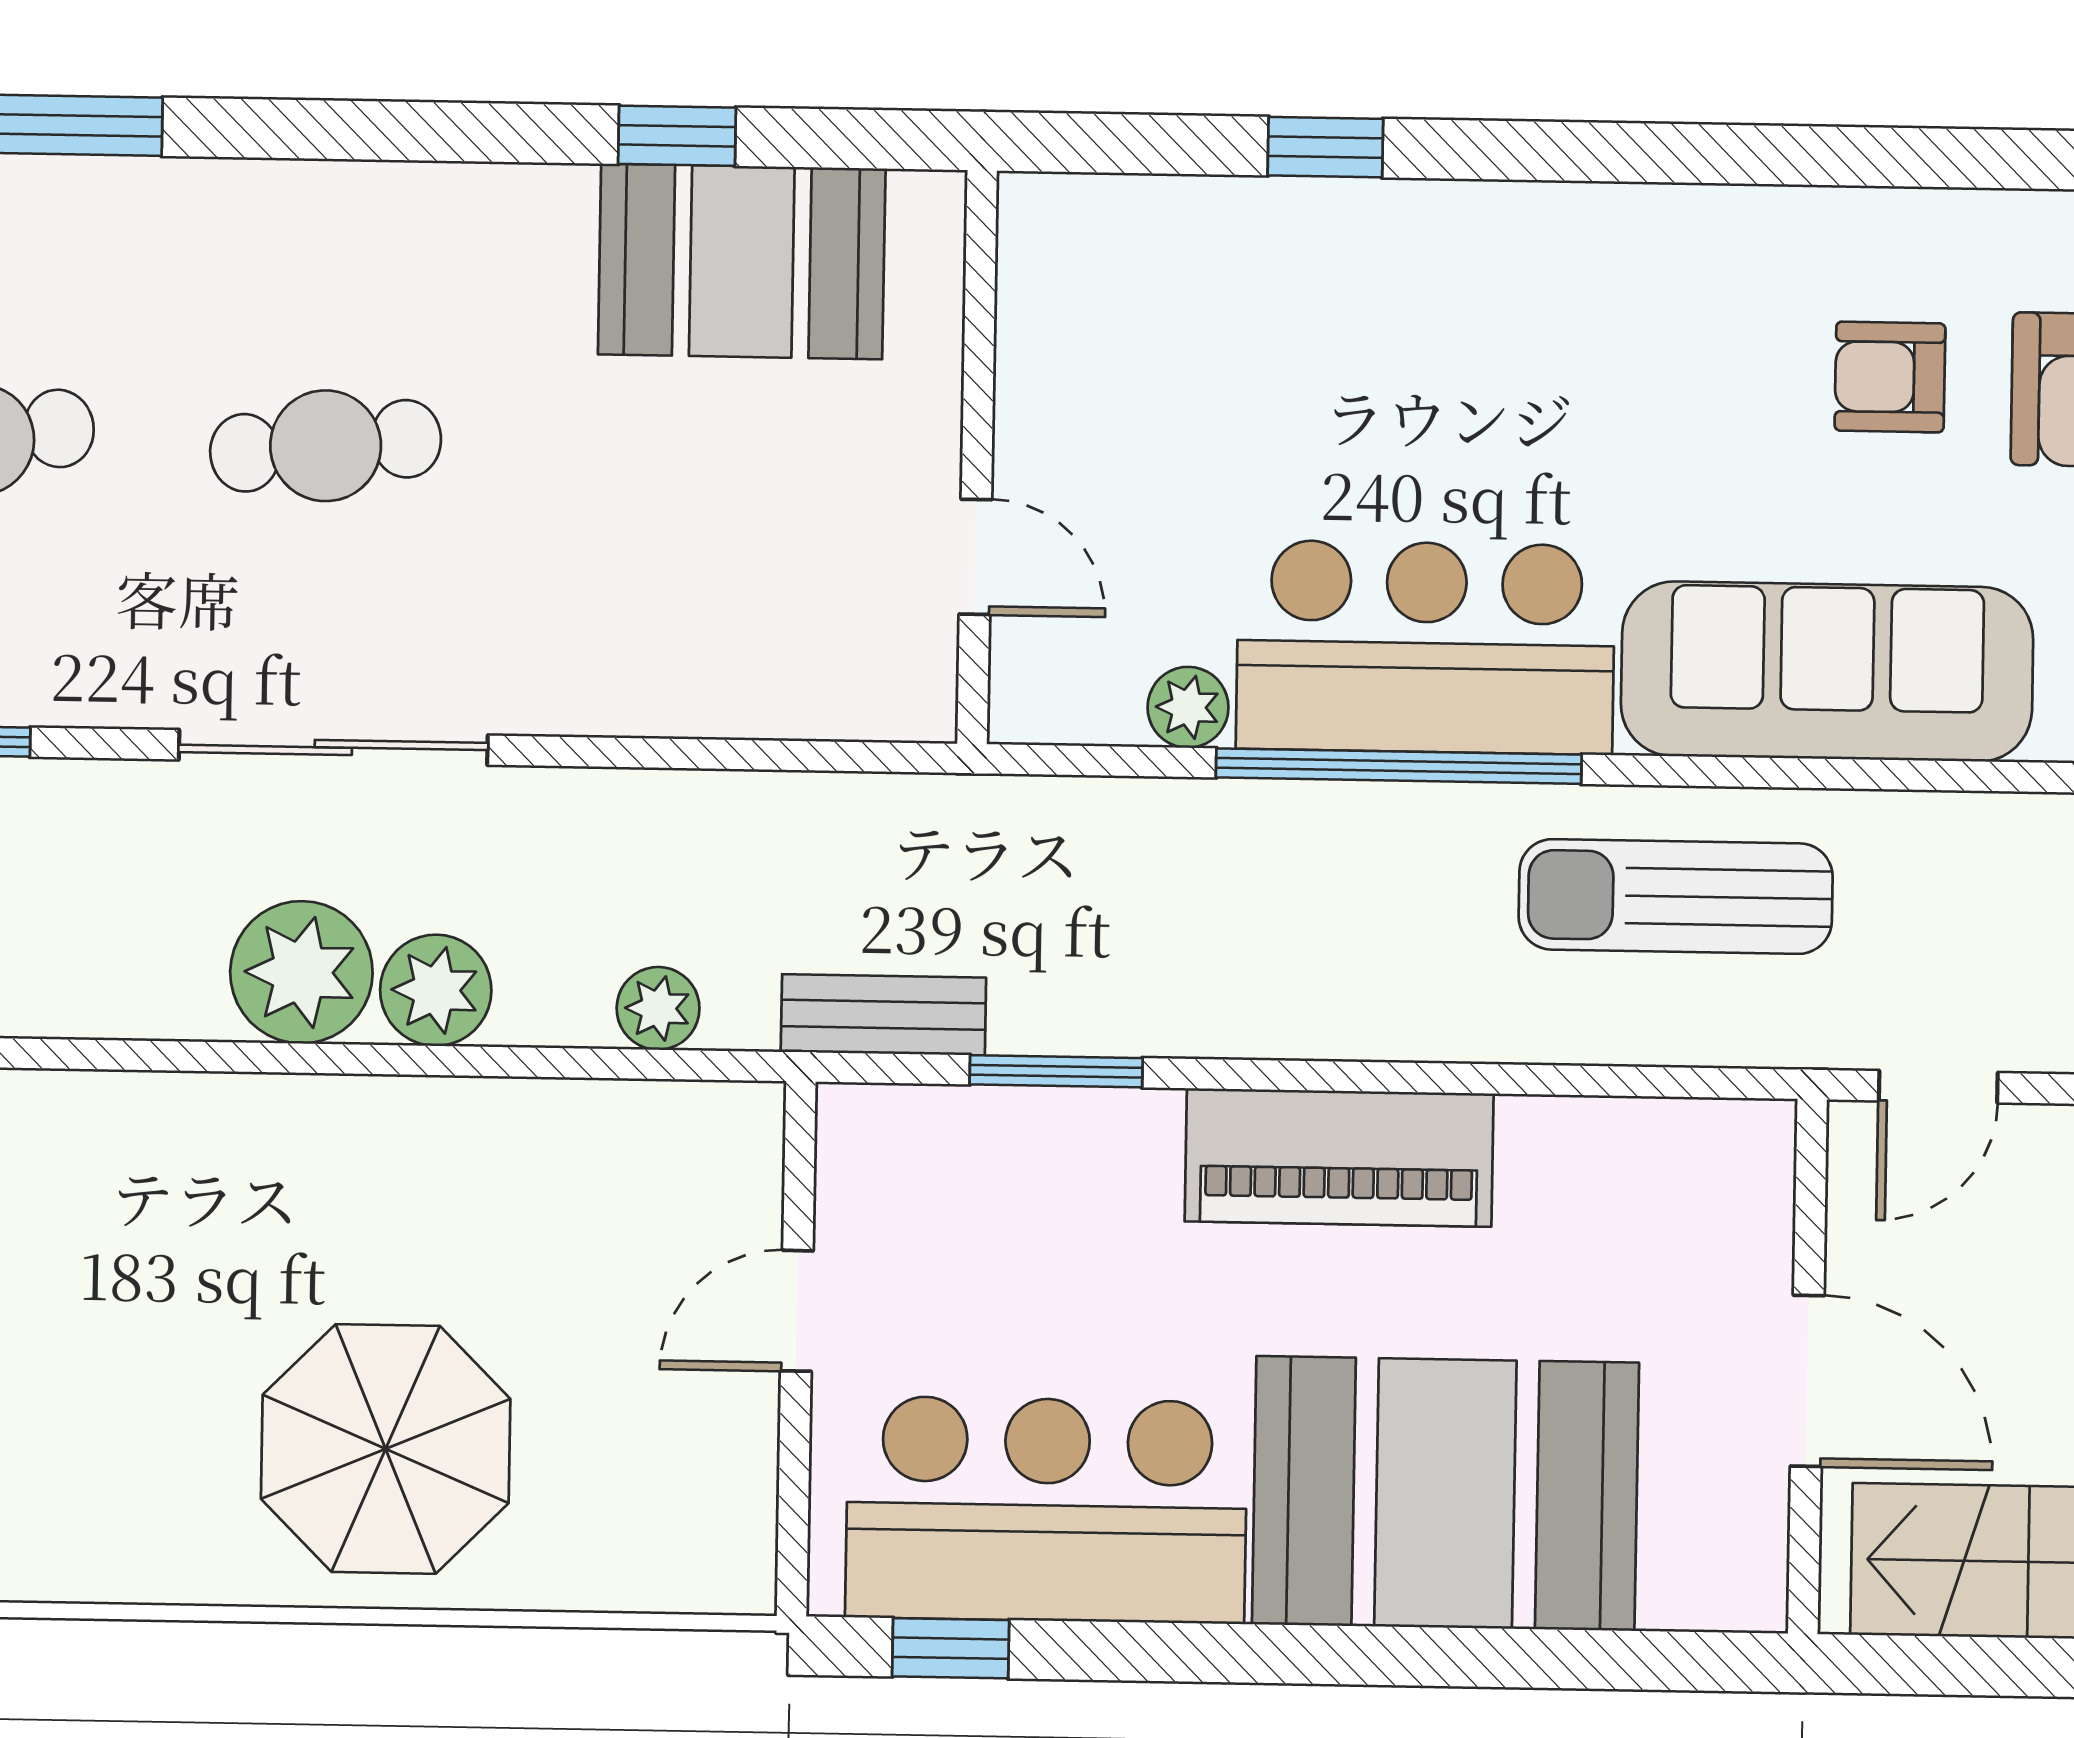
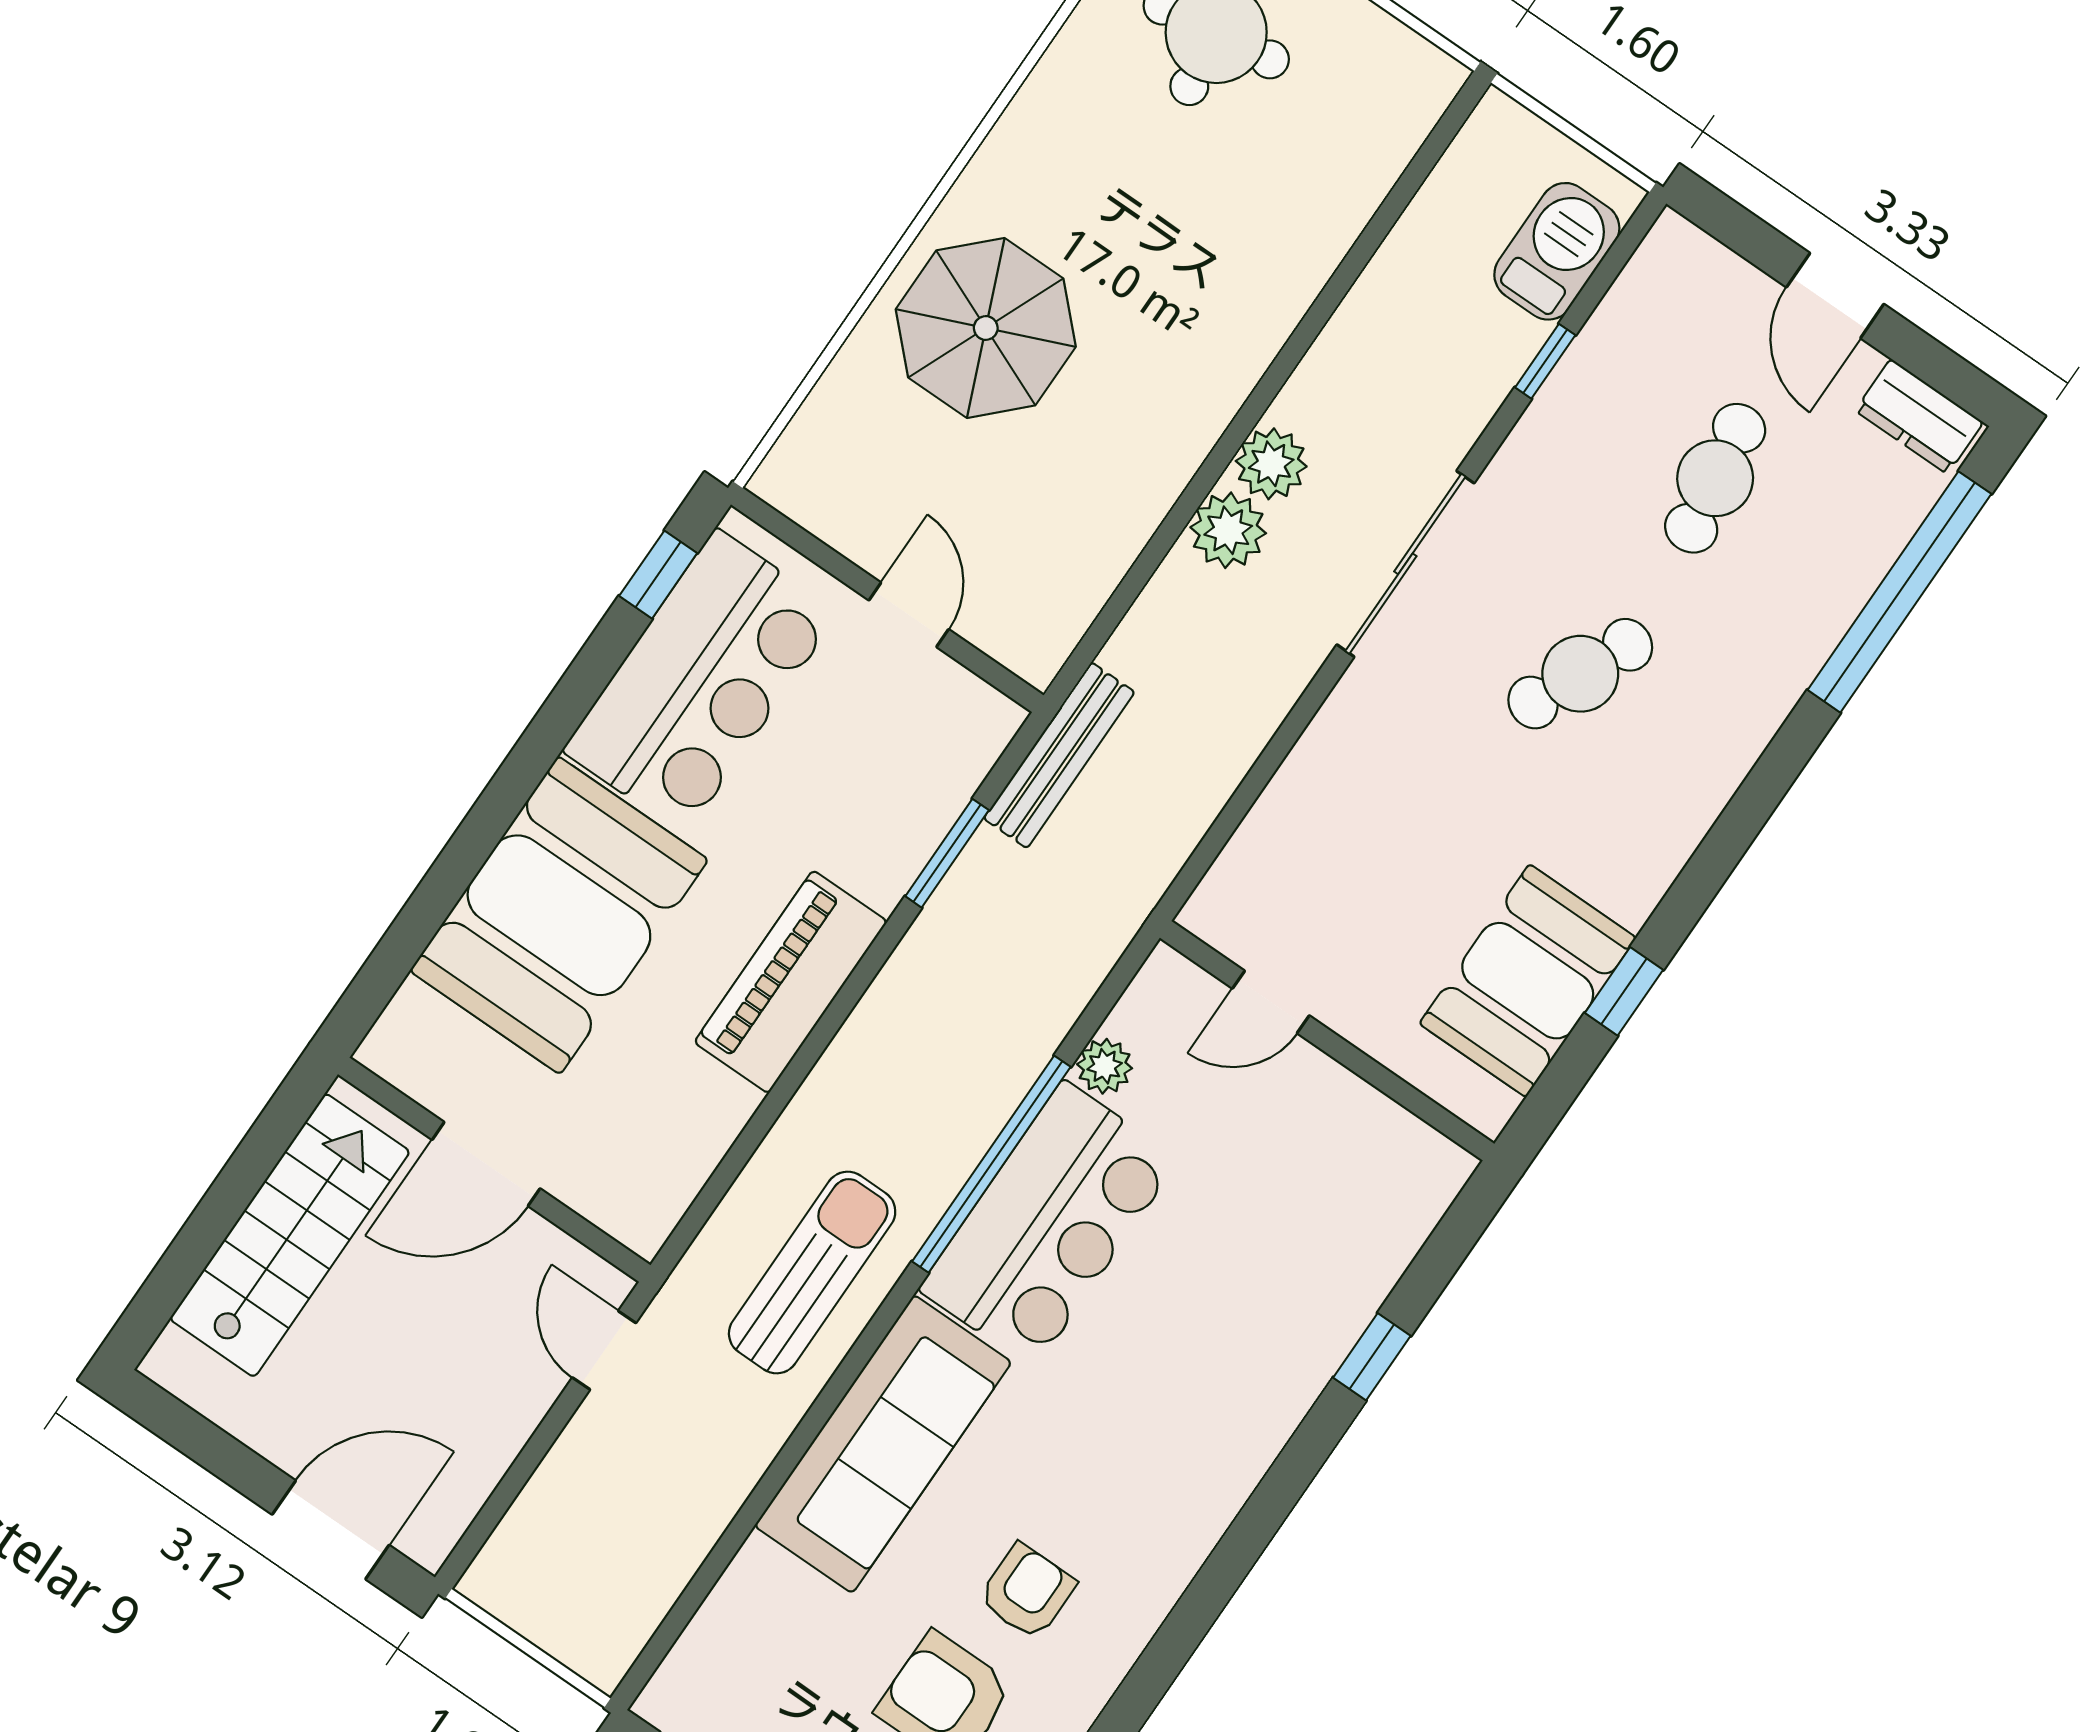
cafe table: (326, 446) -> (1580, 674), turned 30
plant: (301, 972) -> (1271, 464), width x0.73, depth x0.73
plant: (658, 1008) -> (1134, 650), removed
bench: (883, 1015) -> (1059, 755), width x1.36

